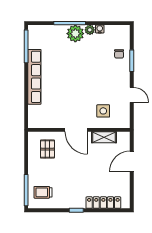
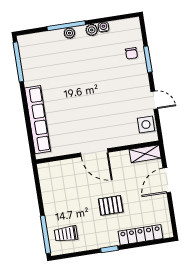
plant: (75, 34) -> (69, 33), width x0.53, depth x0.53
row of seats: (34, 77) -> (38, 120), moved
side table: (103, 111) -> (146, 125), moved
shelving: (104, 137) -> (145, 154), moved
pallet: (47, 149) -> (111, 205), moved, turned 90

